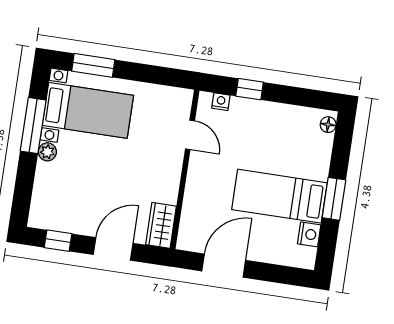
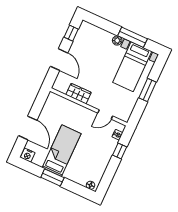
window: (93, 65) -> (148, 90), moved
wardrobe: (161, 225) -> (79, 94), moved
nightstand: (309, 234) -> (28, 155), moved
door: (224, 266) -> (28, 128), moved

